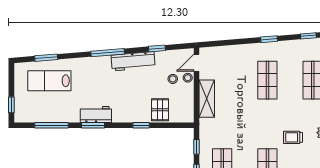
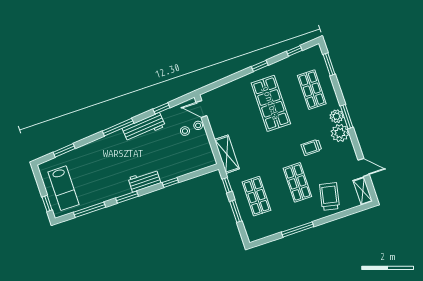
door: (196, 63) -> (201, 109), hinge flipped
shop shelf: (267, 80) -> (271, 103), width x1.43, depth x1.36
lab bench: (49, 81) -> (64, 188), moved, turned -90
shelving: (207, 99) -> (227, 154), moved
pallet: (160, 110) -> (183, 163), removed
workbench: (96, 114) -> (144, 180), moved

